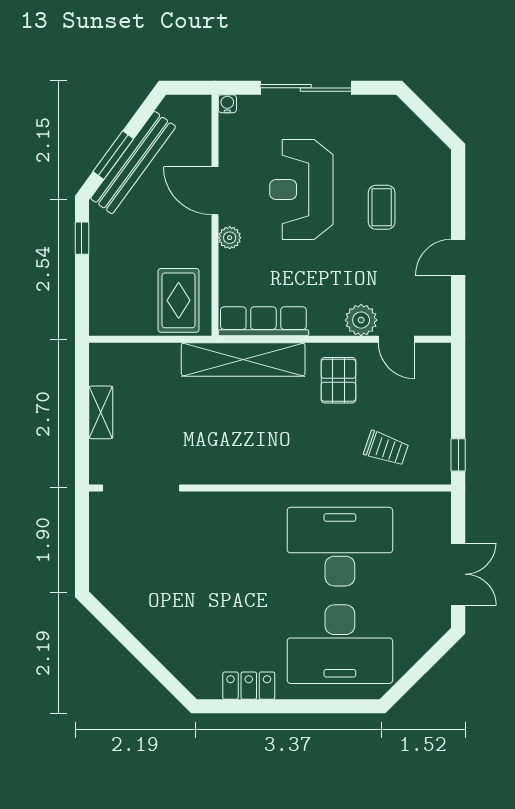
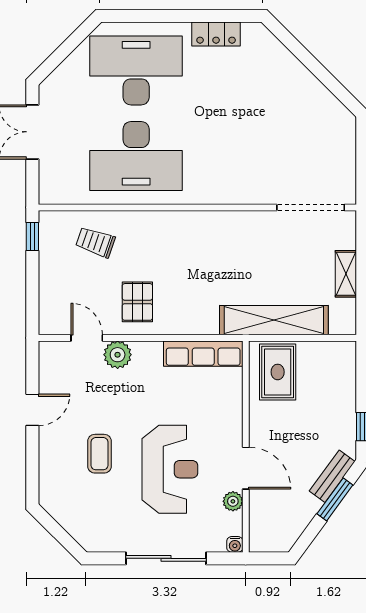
bench: (133, 163) -> (332, 476), width x0.54, depth x0.82
plant: (230, 238) -> (233, 501), moved
shelving: (243, 359) -> (274, 320), moved

